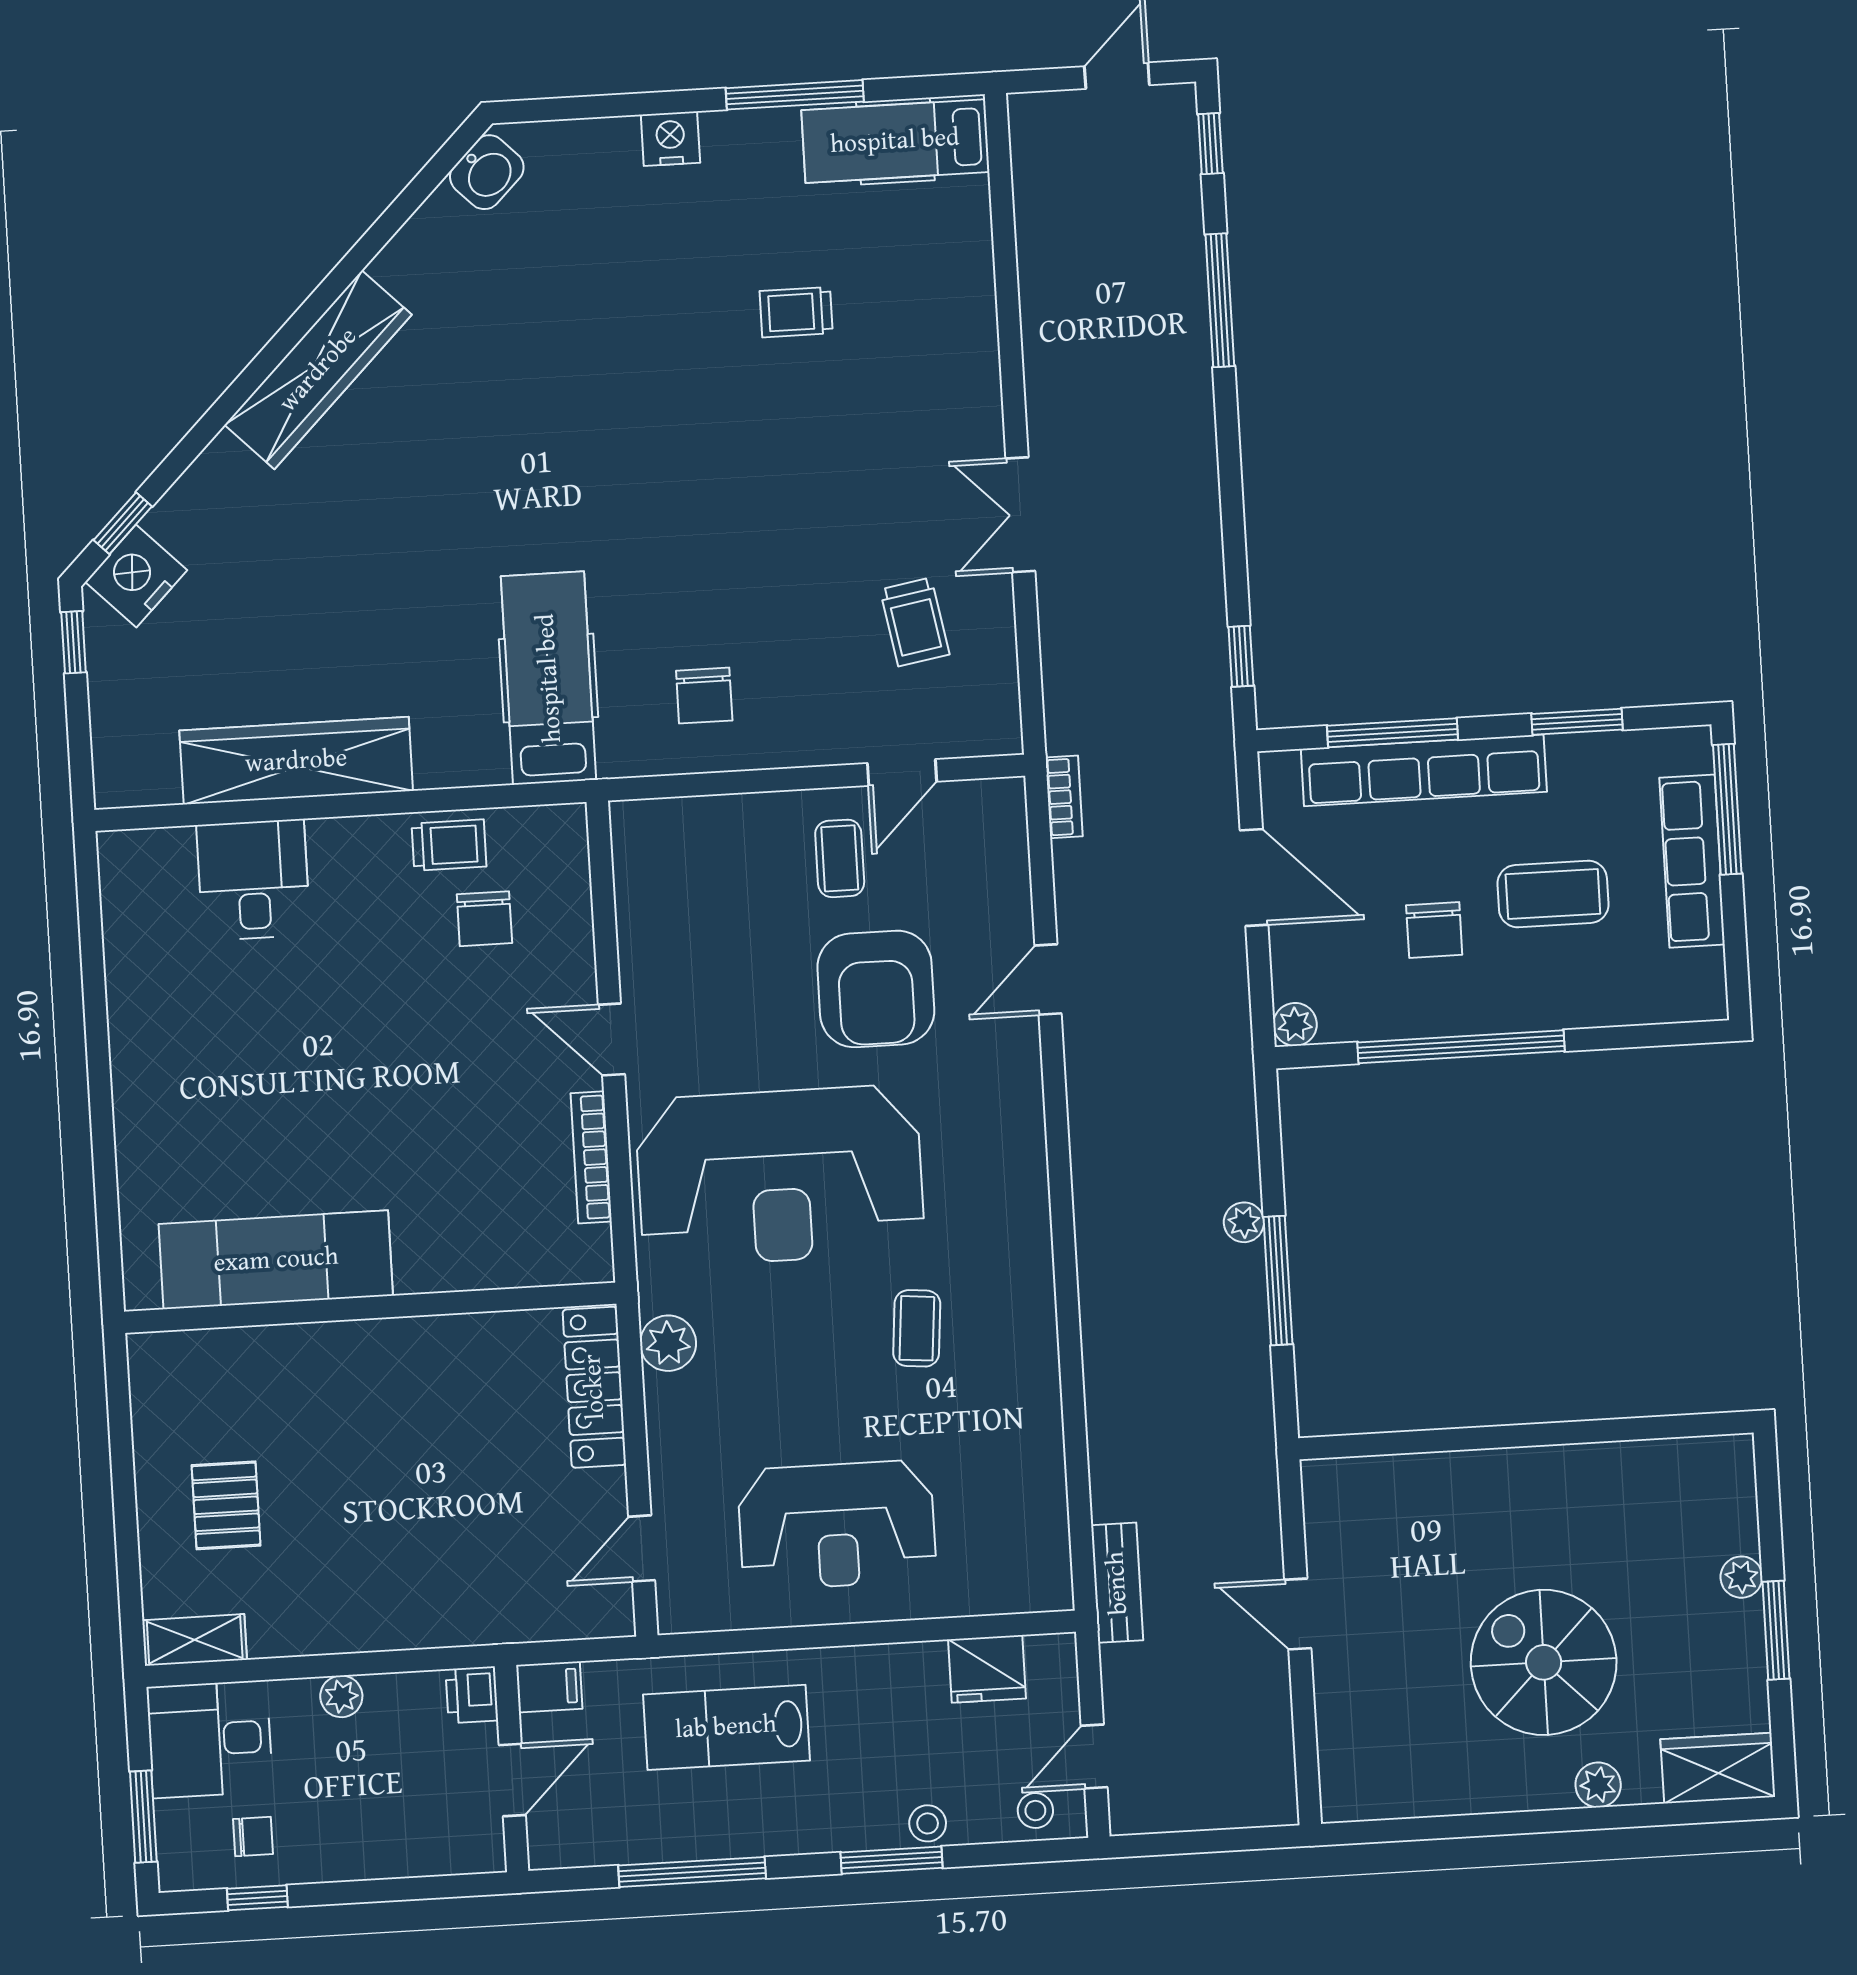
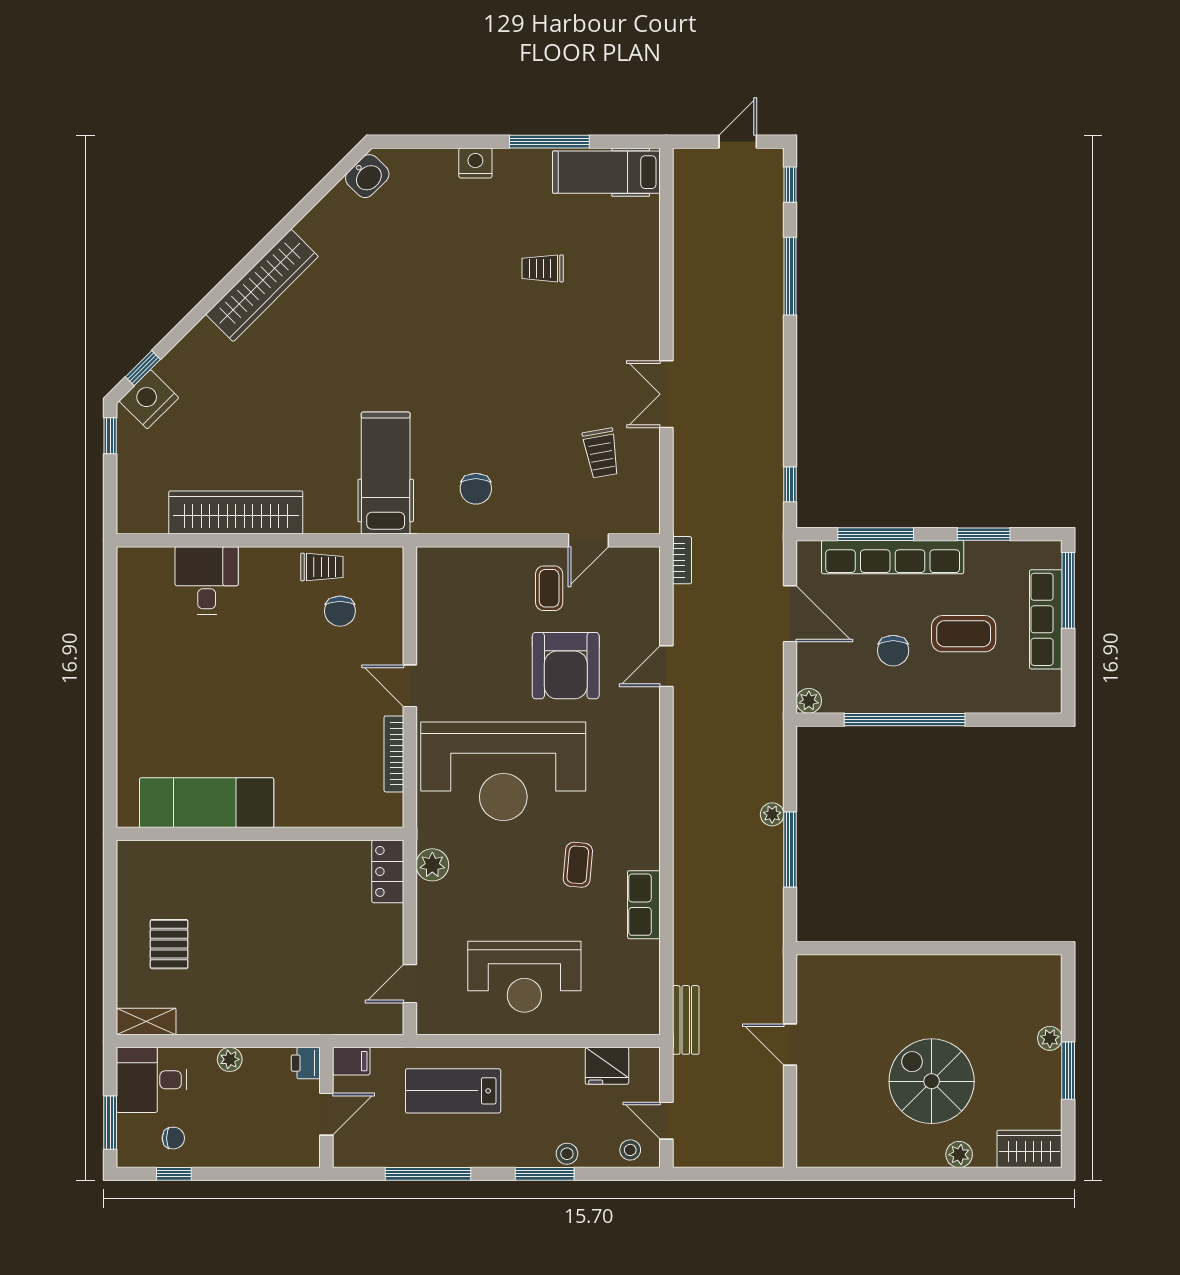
locker: (594, 1387) -> (388, 871), width x0.66
row of seats: (1034, 1390) -> (644, 905), added
door: (1094, 1756) -> (666, 1121), hinge flipped

